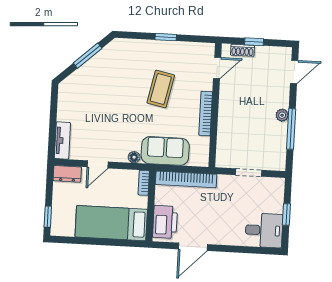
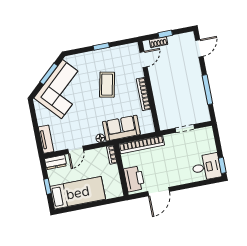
corner sofa: (100, 80) -> (62, 89), added
plant: (282, 115) -> (199, 81), removed
window: (286, 215) -> (222, 165), moved
window: (48, 217) -> (47, 186), moved
bed: (111, 223) -> (78, 193), moved, turned 180

